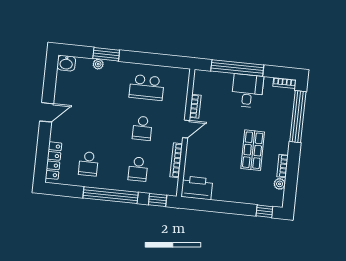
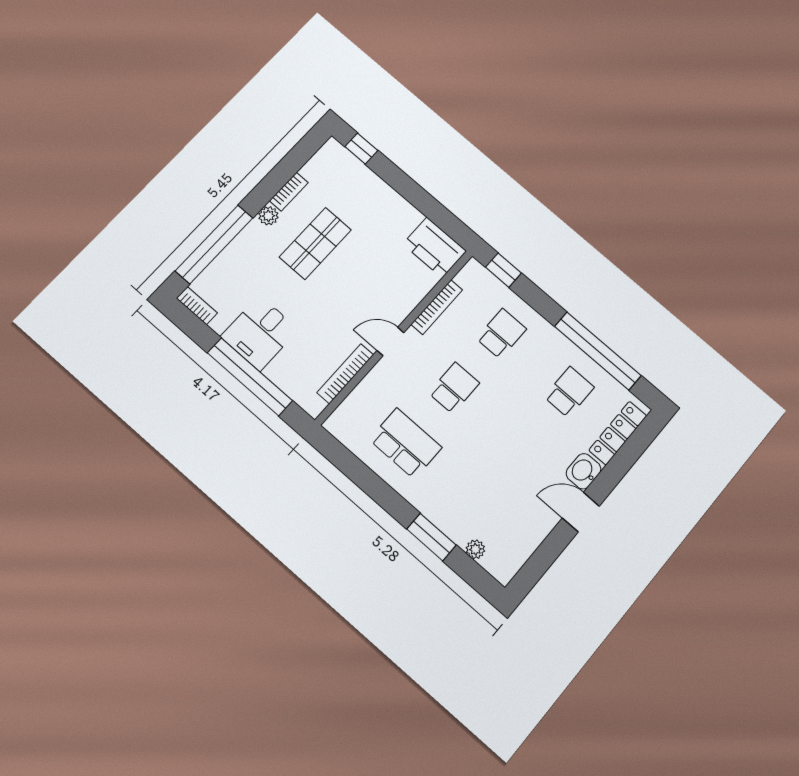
washbasin: (66, 63) -> (584, 471), moved, turned -90
plant: (98, 64) -> (475, 549), moved
bookcase: (195, 106) -> (345, 374), width x1.56
plant: (280, 184) -> (268, 216), moved
window: (111, 195) -> (598, 351), moved

